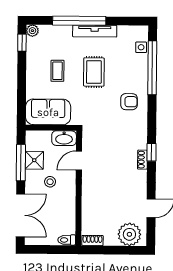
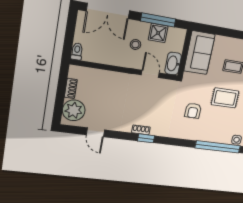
armchair: (129, 102) -> (193, 111), moved
shoe rack: (92, 240) -> (71, 88), moved

